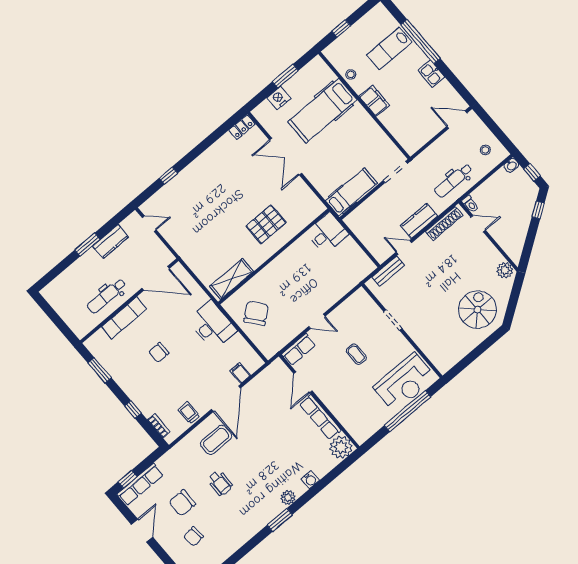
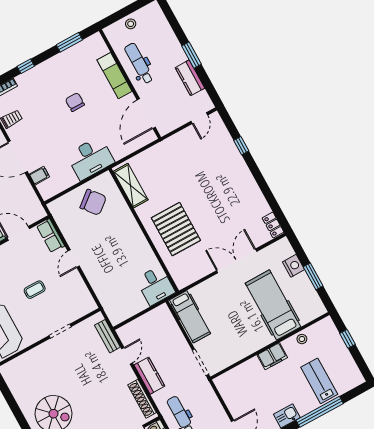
pallet: (266, 224) -> (176, 229), width x1.37, depth x1.41
stool: (68, 312) -> (131, 24), added

